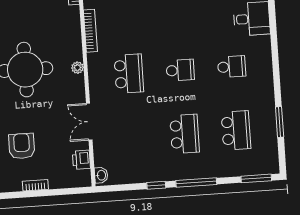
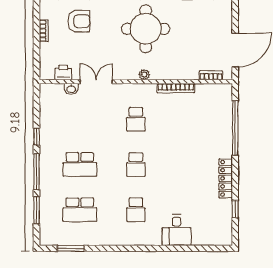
school desk: (129, 74) -> (136, 119), width x0.54
window: (280, 122) -> (71, 248), moved
washbasin: (101, 175) -> (71, 89), moved
window: (256, 178) -> (37, 210), moved

